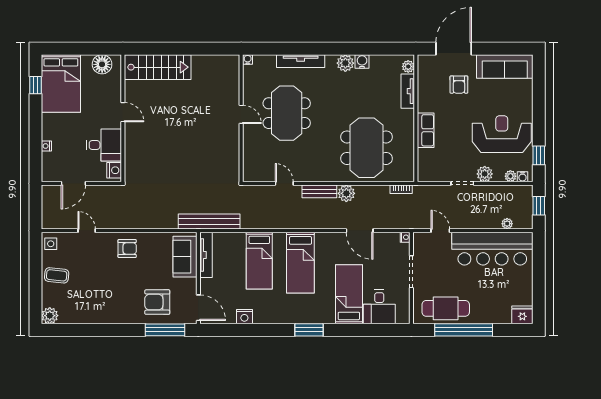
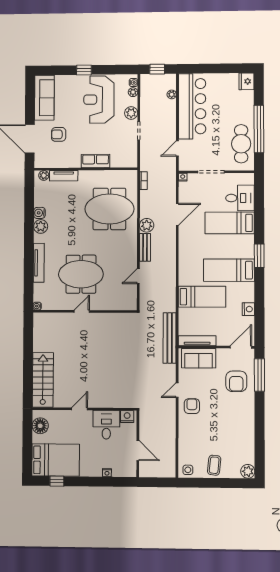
armchair: (459, 85) -> (59, 134), turned 180
window: (539, 155) -> (84, 70), moved
door: (87, 231) -> (177, 390), moved
bed: (300, 263) -> (229, 270), moved, turned 180

